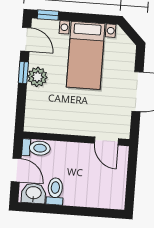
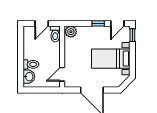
plant: (37, 77) -> (71, 32), moved
toilet: (55, 191) -> (31, 64), moved
washbasin: (34, 193) -> (29, 77), moved

